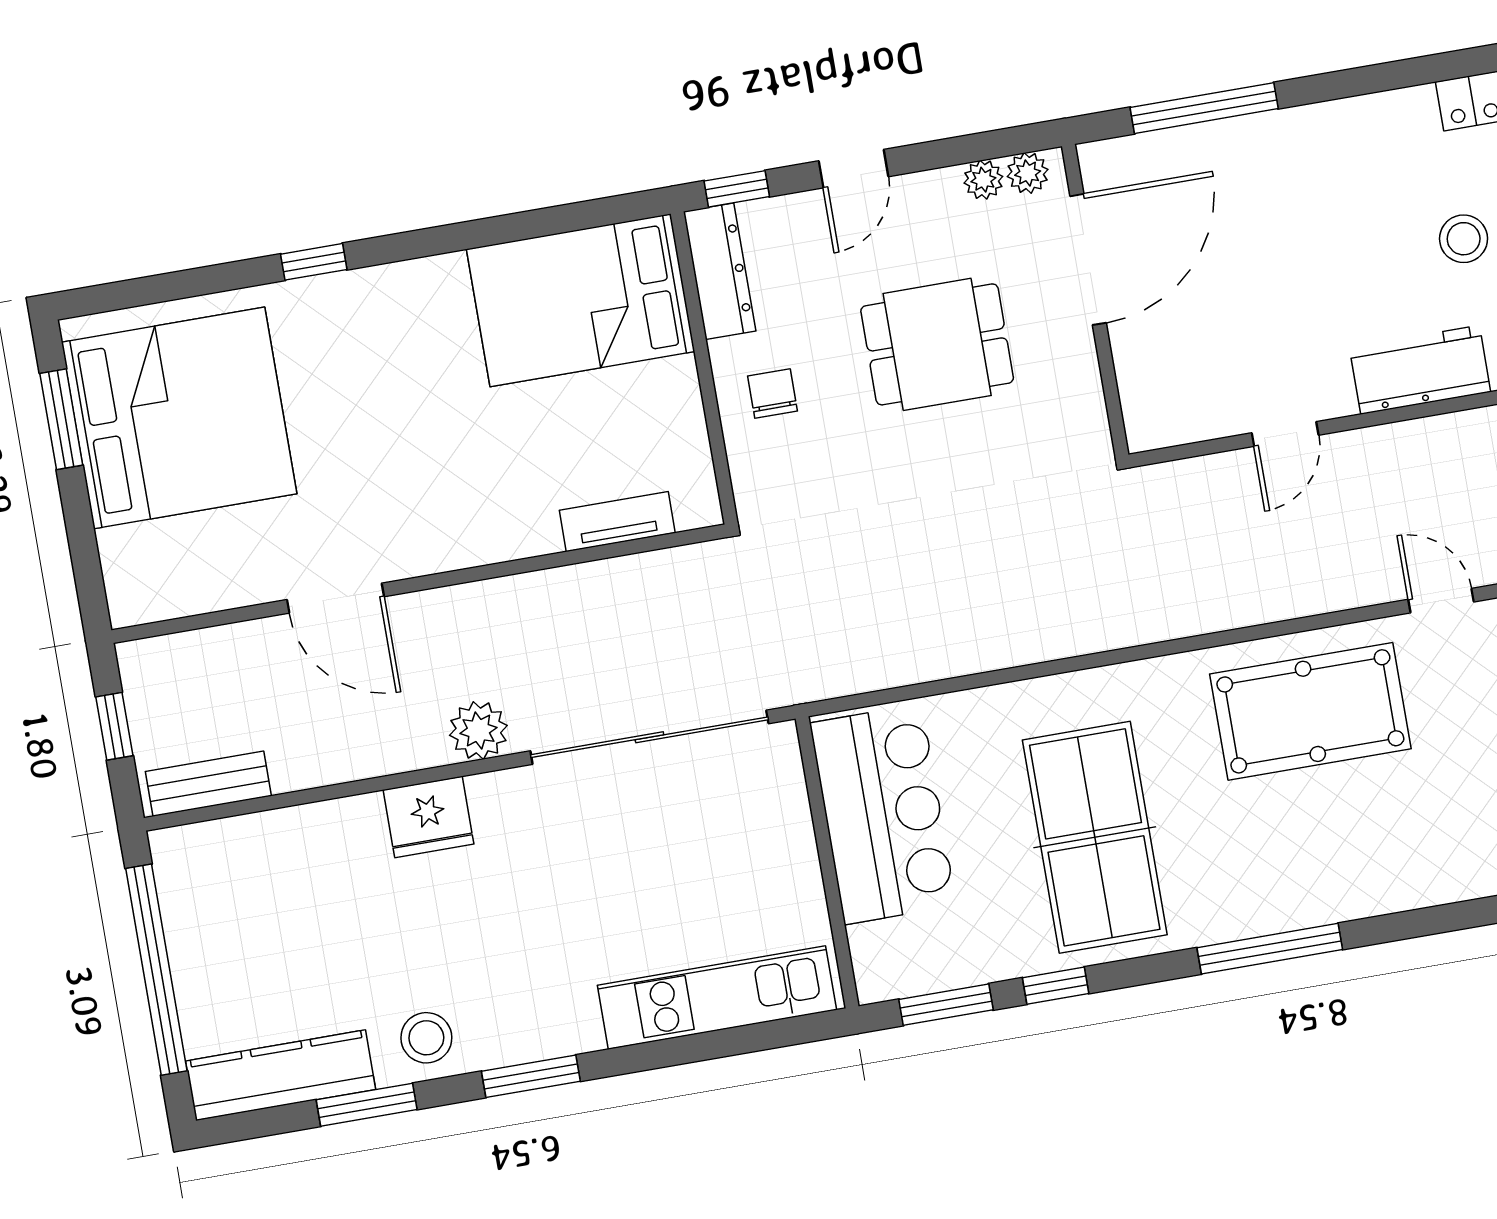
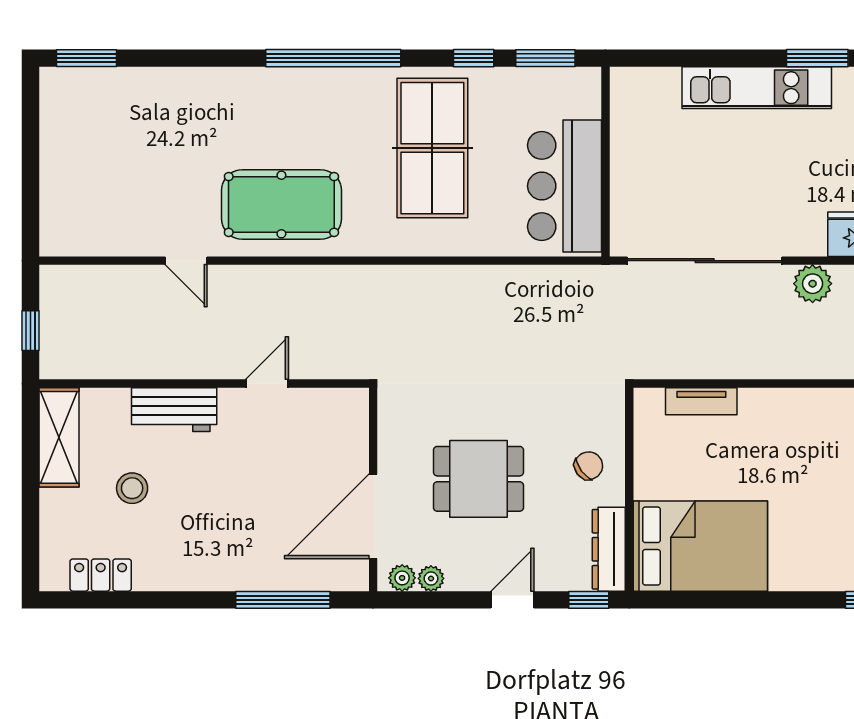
chair: (773, 393) -> (589, 466), turned -127
window: (1270, 949) -> (333, 58), width x1.46
kitchen unit: (717, 998) -> (757, 88), moved

